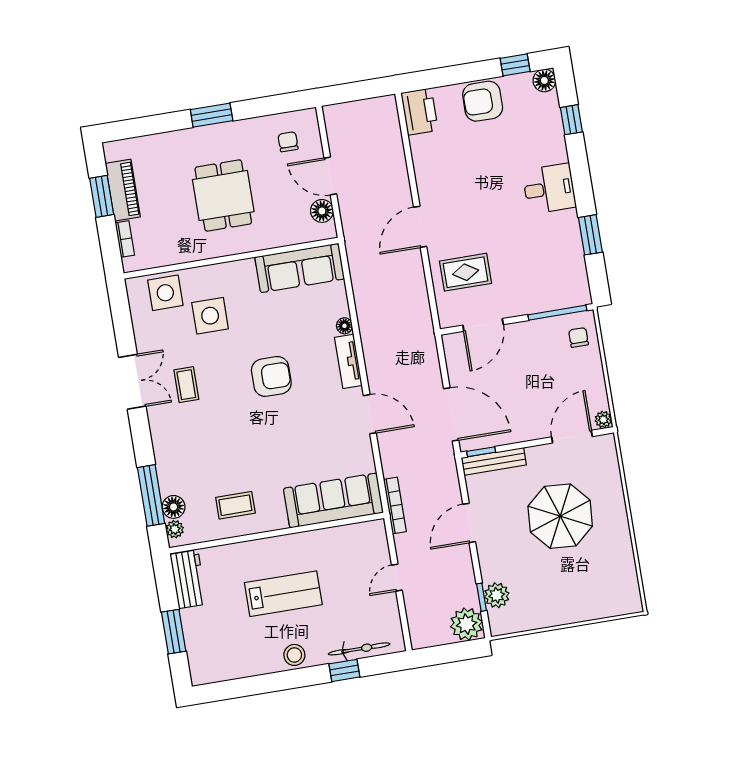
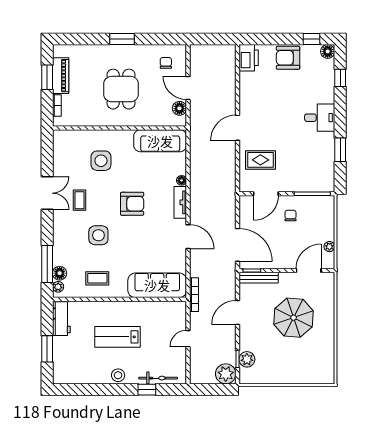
side table: (165, 293) -> (98, 235), moved
chair: (579, 337) -> (291, 216), moved
plant: (603, 420) -> (329, 247), moved
lab bench: (283, 594) -> (117, 337), turned 180

